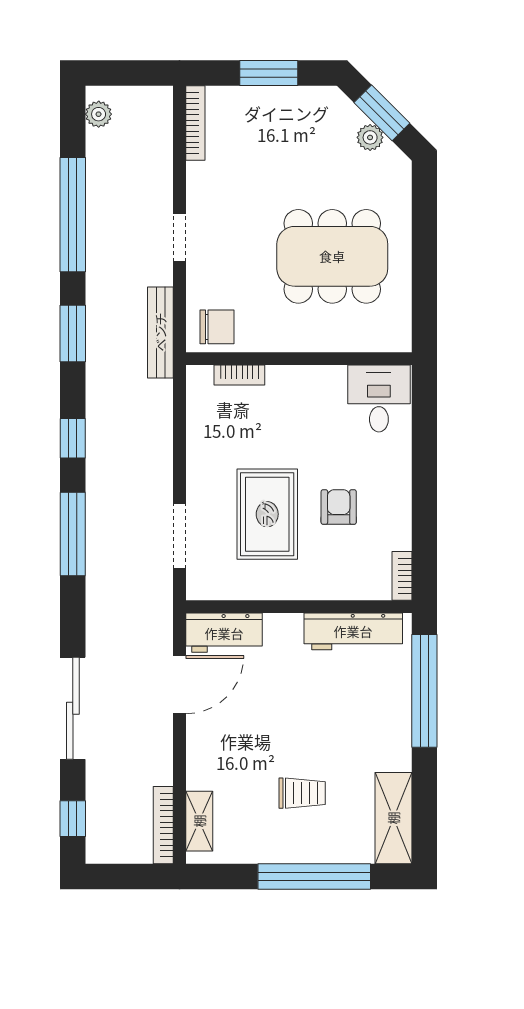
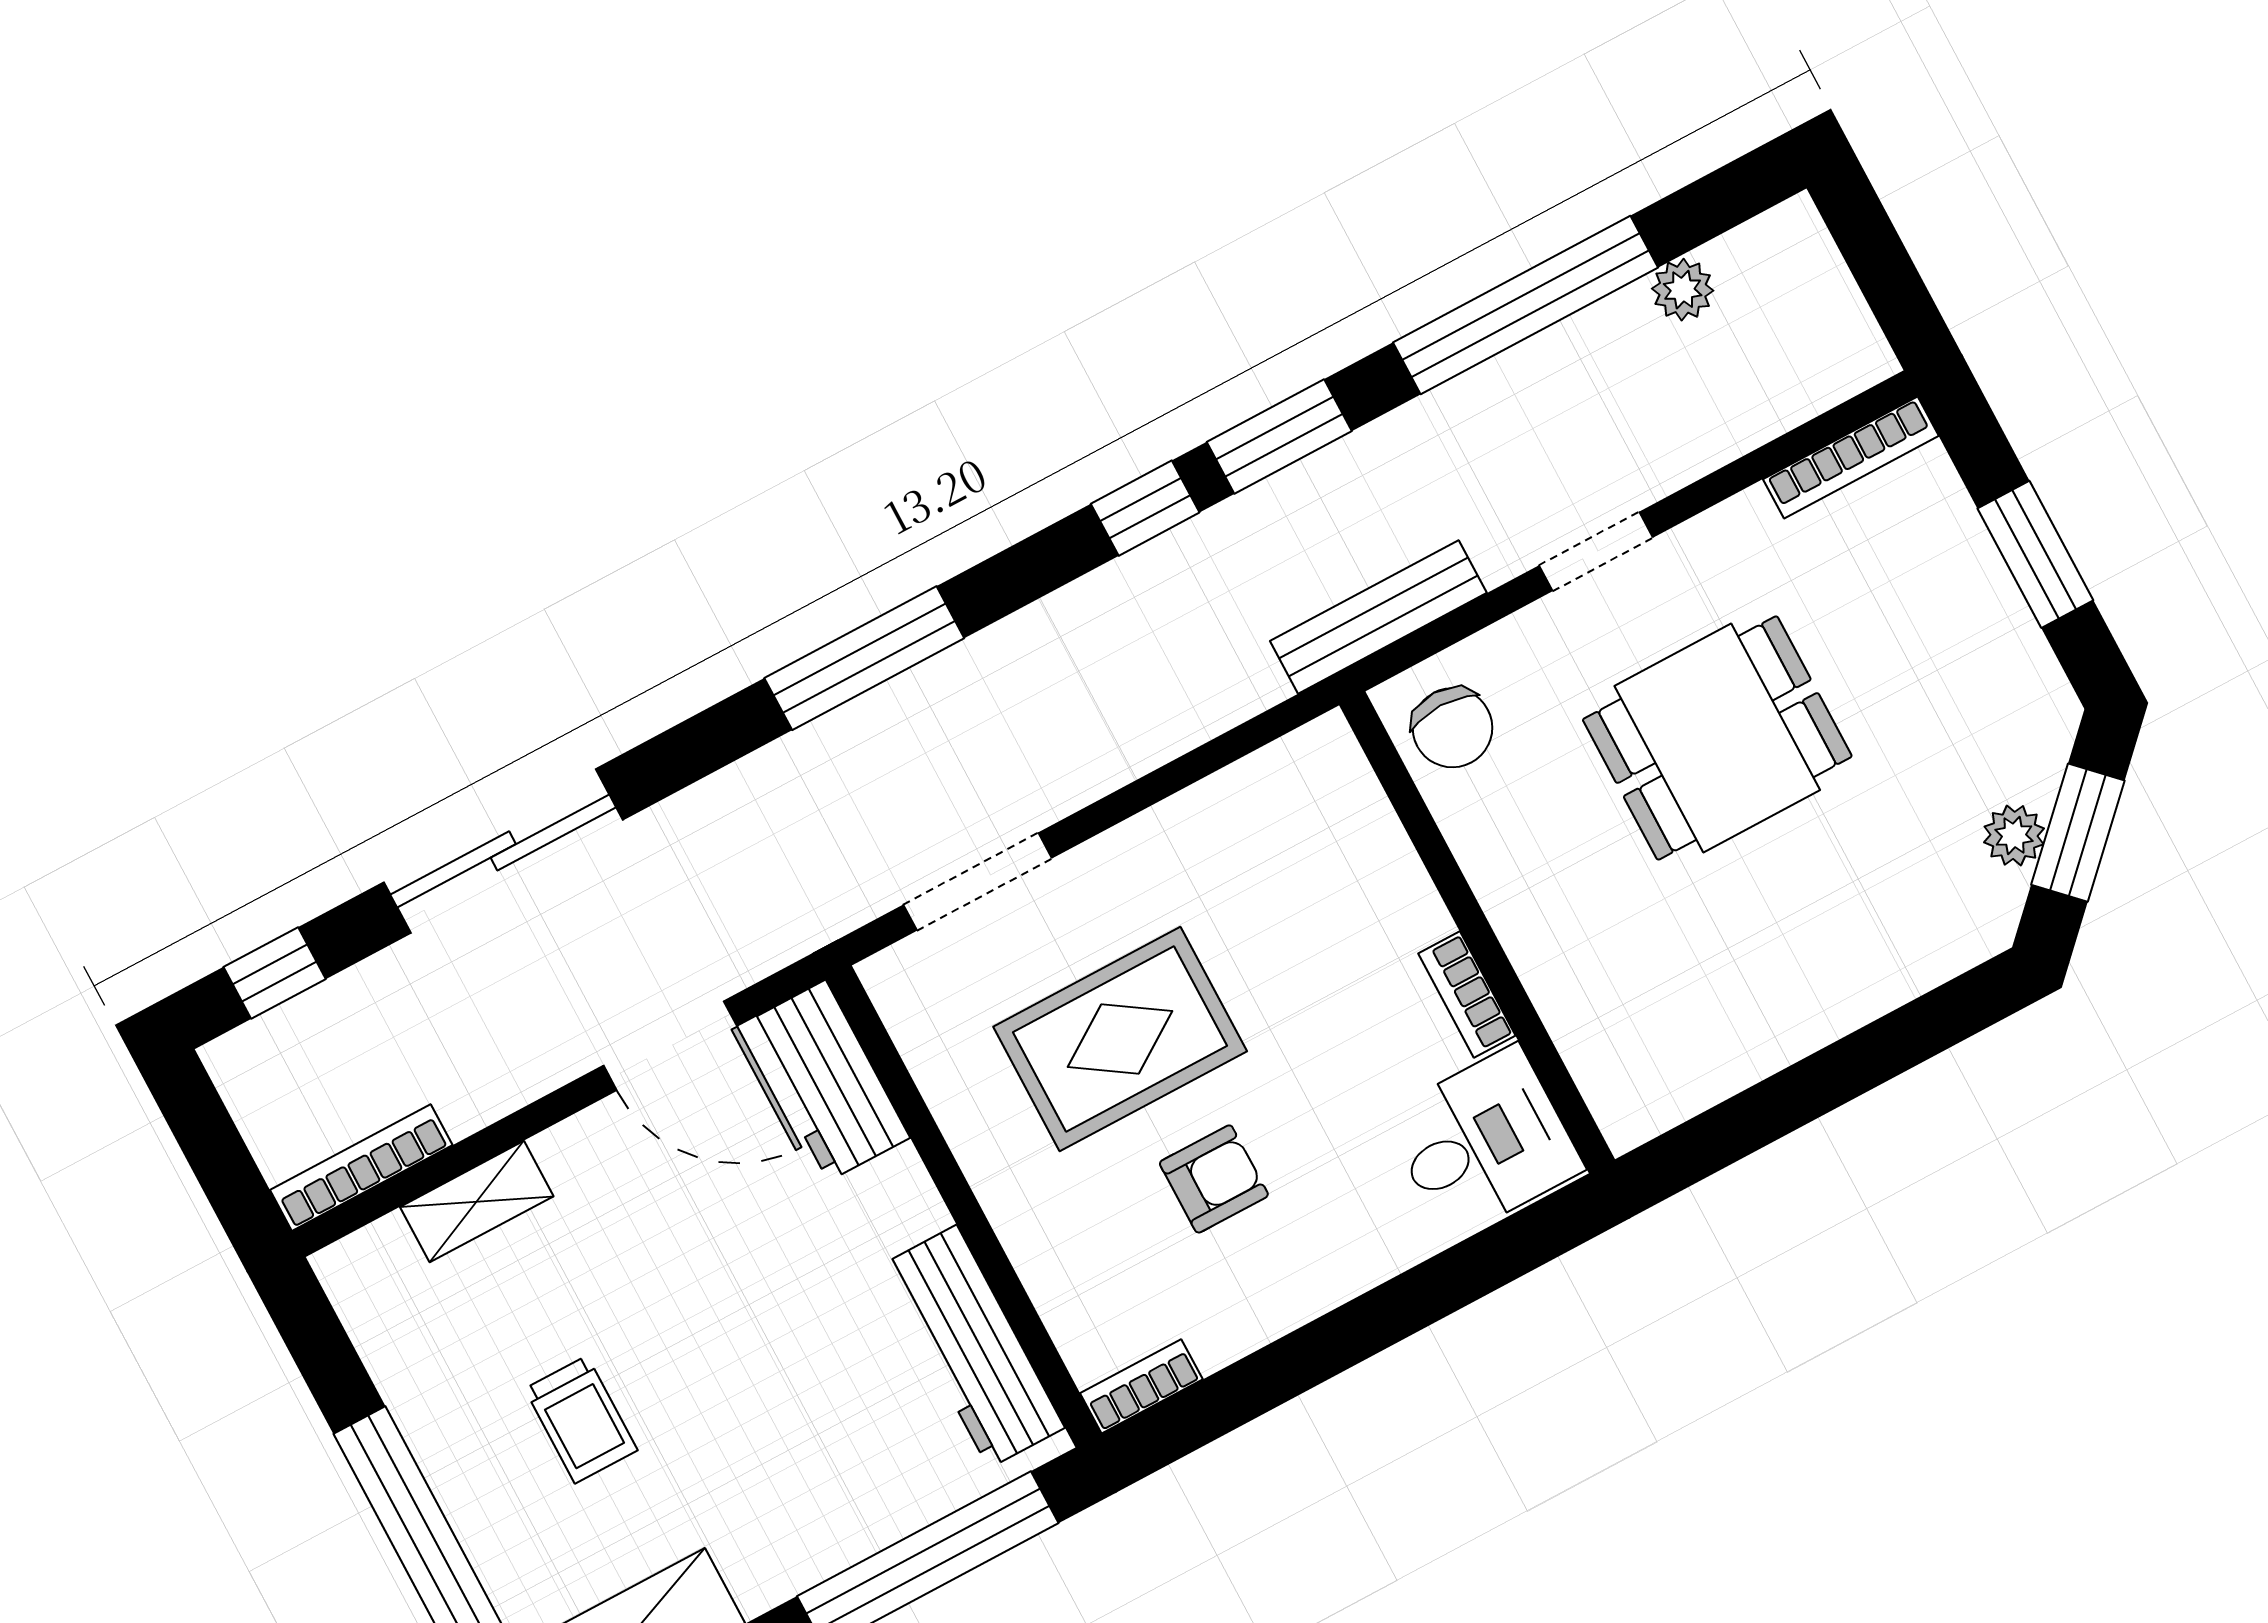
plant: (99, 114) -> (1683, 290), moved
dining table: (332, 256) -> (1717, 738), moved, width x0.73
bookcase: (239, 375) -> (1467, 994), moved
window: (73, 438) -> (1145, 508), moved
shelving: (199, 821) -> (477, 1202), moved

